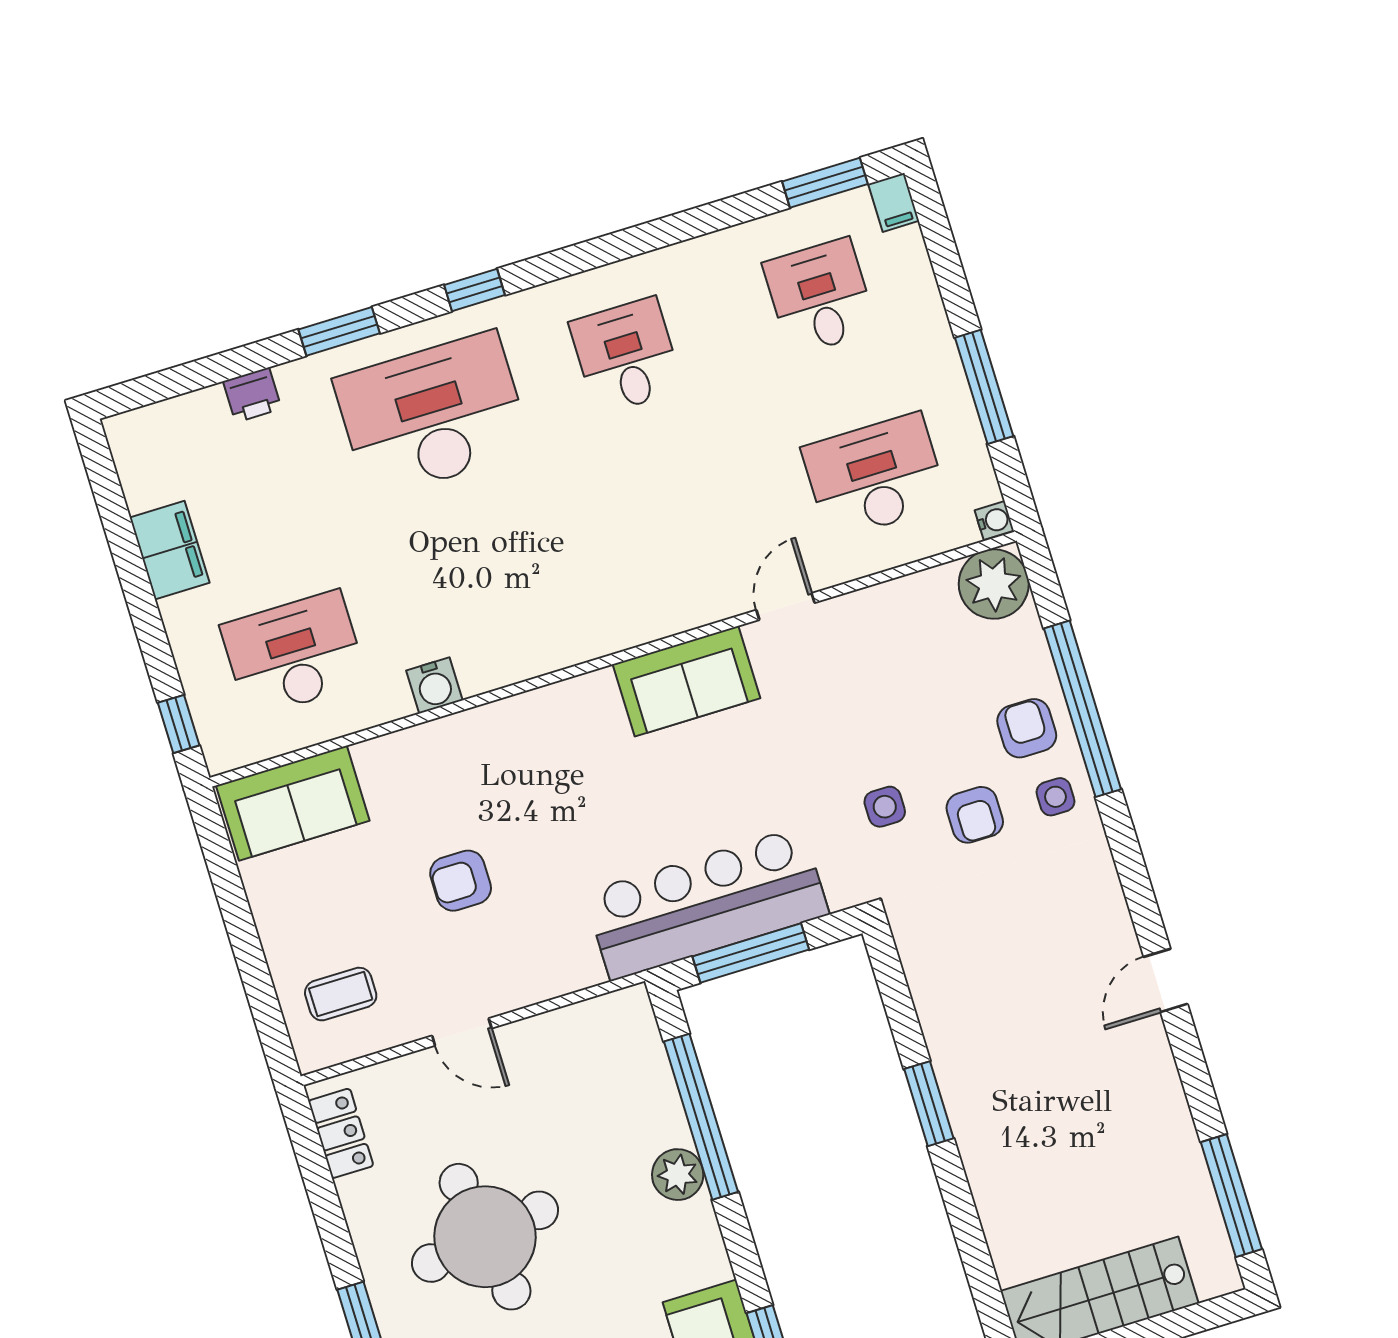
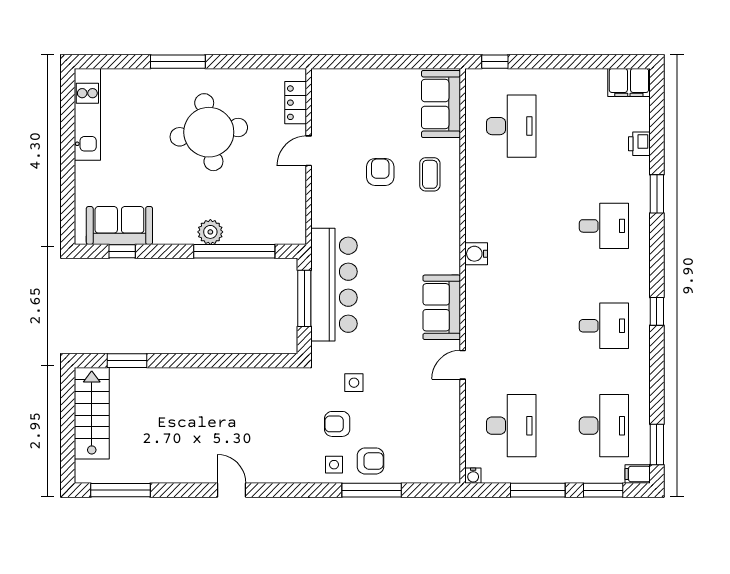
window: (945, 260) -> (603, 490), added
window: (474, 290) -> (657, 311), moved
desk: (820, 297) -> (604, 426), width x1.37
desk: (433, 415) -> (604, 226), width x0.53, depth x0.77
filing cabinet: (170, 550) -> (629, 82), moved
plant: (994, 584) -> (443, 466), removed
door: (786, 606) -> (463, 365), swing flipped
water cooler: (434, 685) -> (476, 254), moved
window: (1083, 709) -> (372, 490), width x0.68
coffee table: (341, 994) -> (430, 174), moved
window: (929, 1104) -> (127, 361), moved
locker: (341, 1133) -> (296, 103), moved, turned 90

